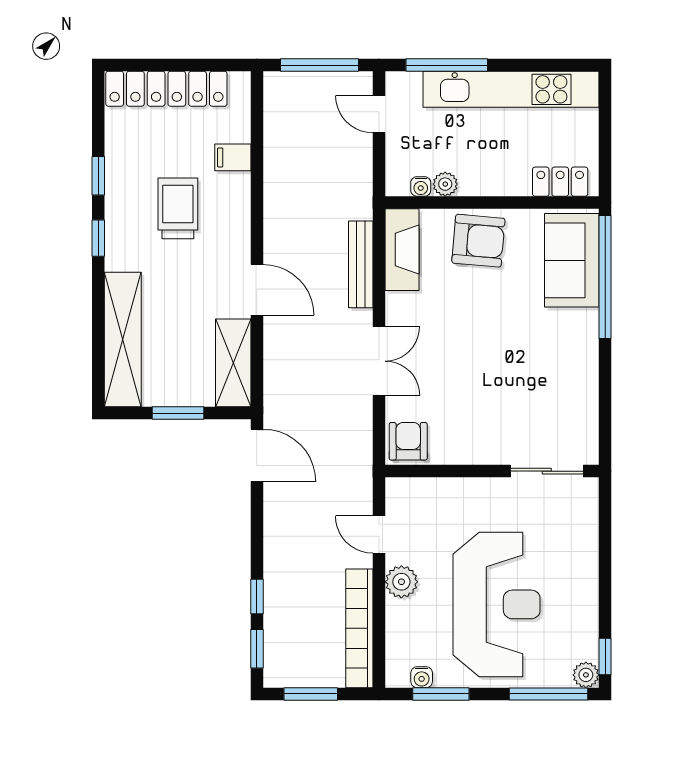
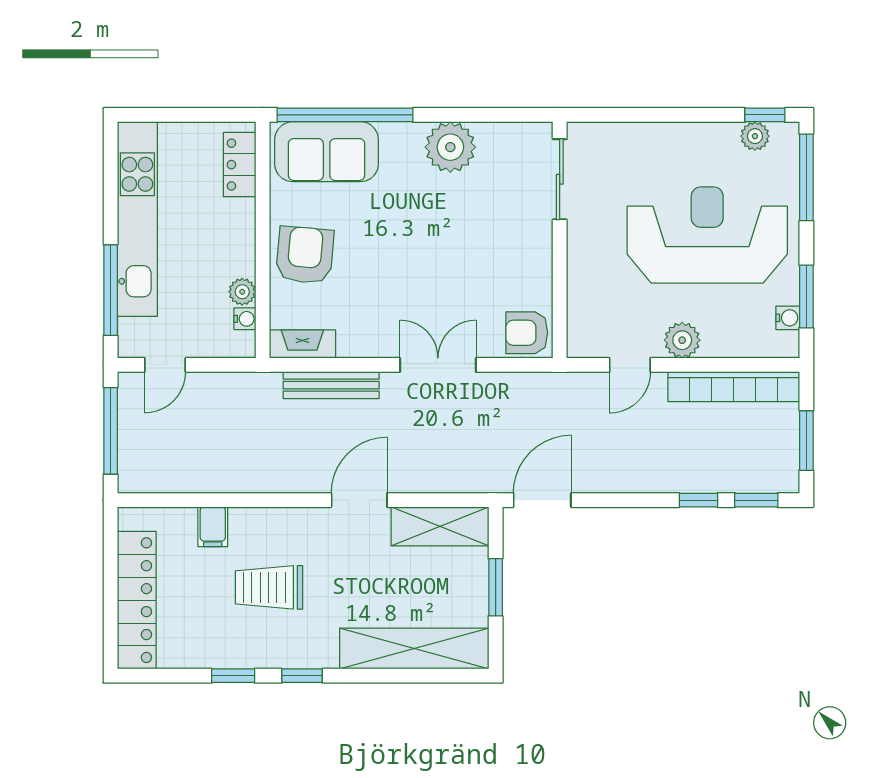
fireplace: (402, 250) -> (302, 344), width x0.73, depth x0.76
plant: (576, 372) -> (450, 147), added
plant: (586, 675) -> (755, 136), moved

